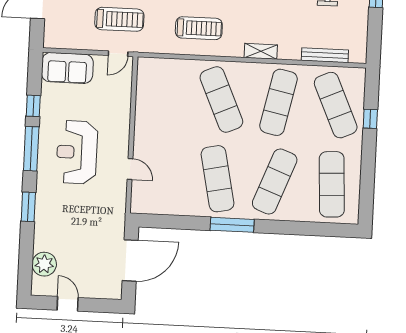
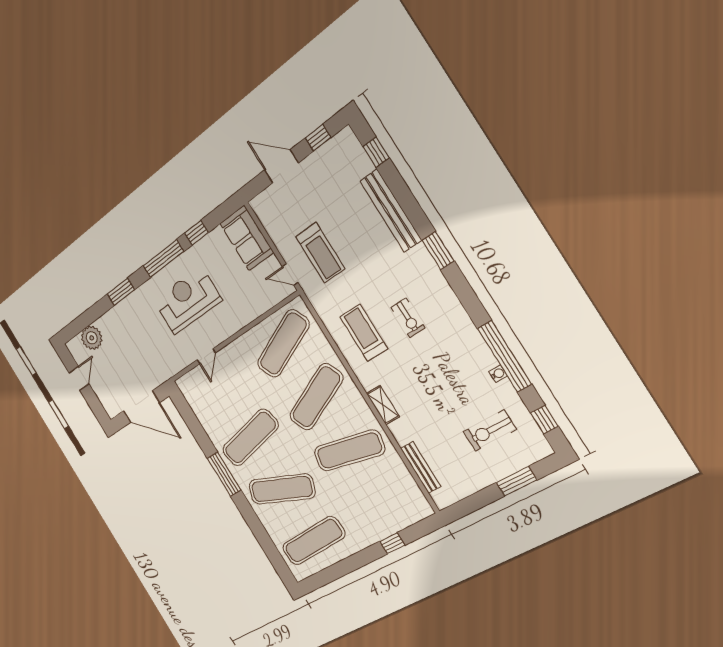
treadmill: (199, 28) -> (364, 333), turned 180
exercise mat: (336, 105) -> (283, 344), moved

